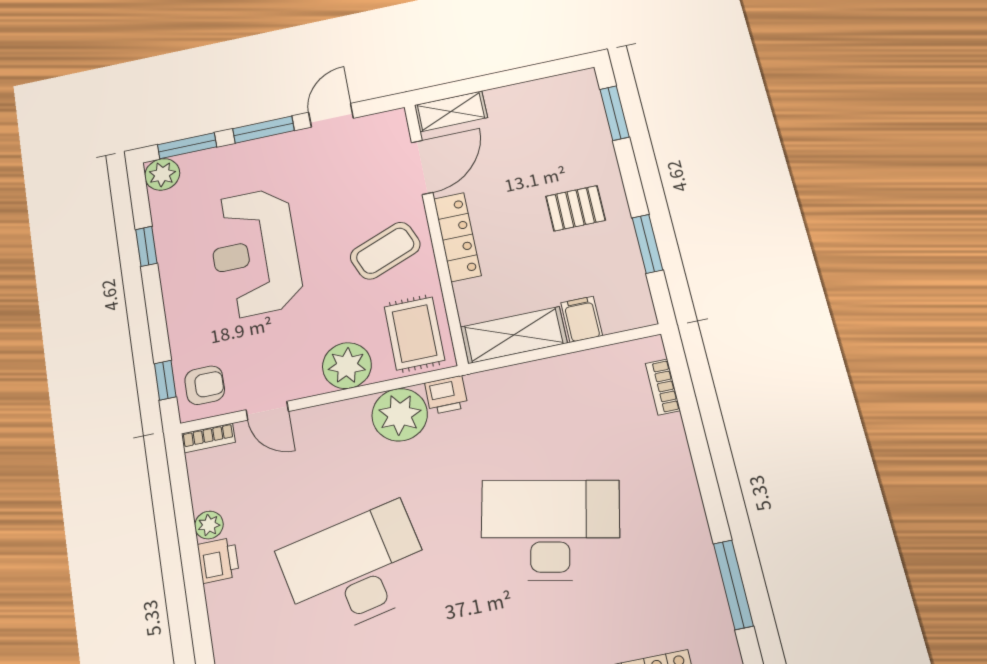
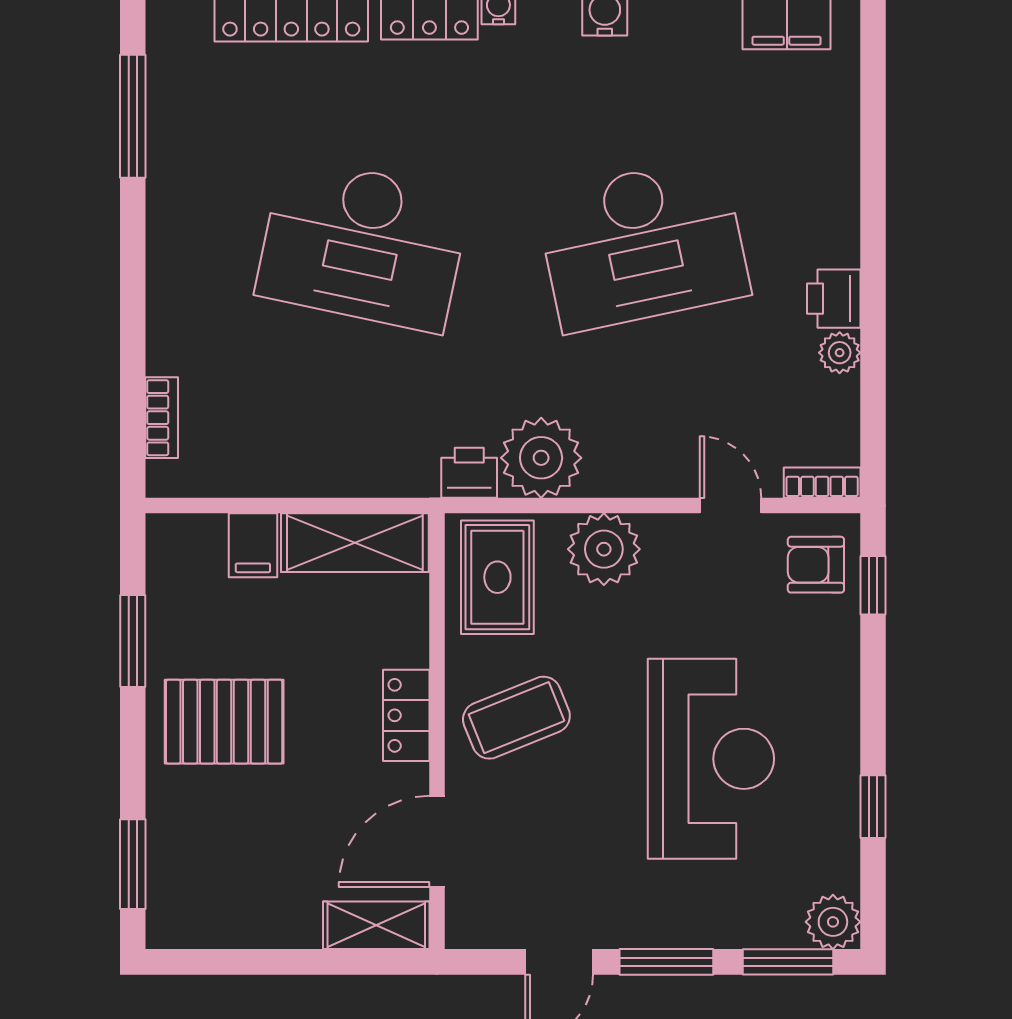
pallet: (576, 208) -> (224, 722), width x1.50, depth x1.42
locker: (457, 237) -> (406, 715), width x0.66

